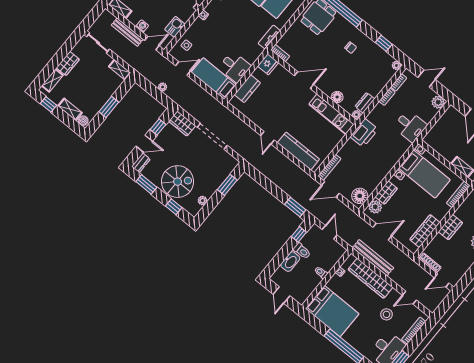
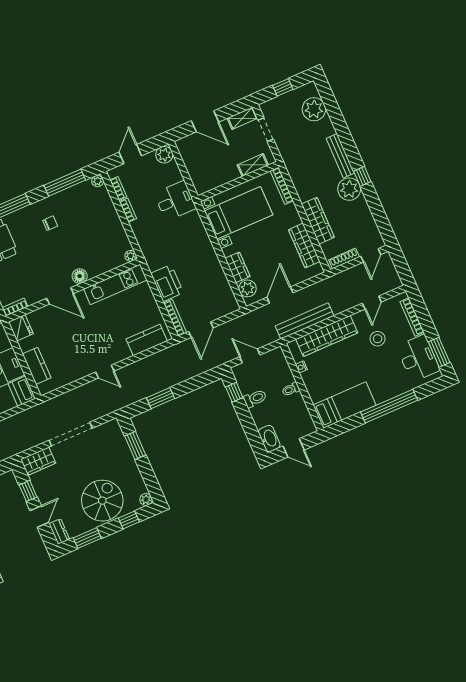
window: (384, 43) -> (65, 183), width x2.17
door: (304, 80) -> (60, 296), swing flipped
floor lamp: (337, 97) -> (80, 276), moved
dresser: (365, 103) -> (122, 239), removed
printer: (364, 133) -> (167, 283), moved
kitchen counter: (298, 151) -> (147, 340), width x0.67
floor lamp: (360, 196) -> (226, 300), removed
plant: (202, 201) -> (146, 499), moved
window: (295, 207) -> (161, 398), moved
wardrobe: (450, 227) -> (318, 221), width x1.50
washbasin: (290, 262) -> (269, 438), moved
bed: (332, 311) -> (345, 405), width x0.67

